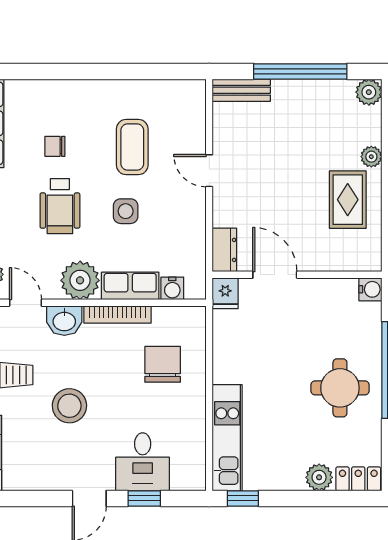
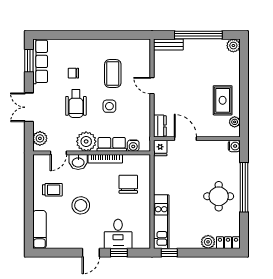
plant: (371, 157) -> (235, 122), moved
door: (25, 303) -> (58, 153), swing flipped

